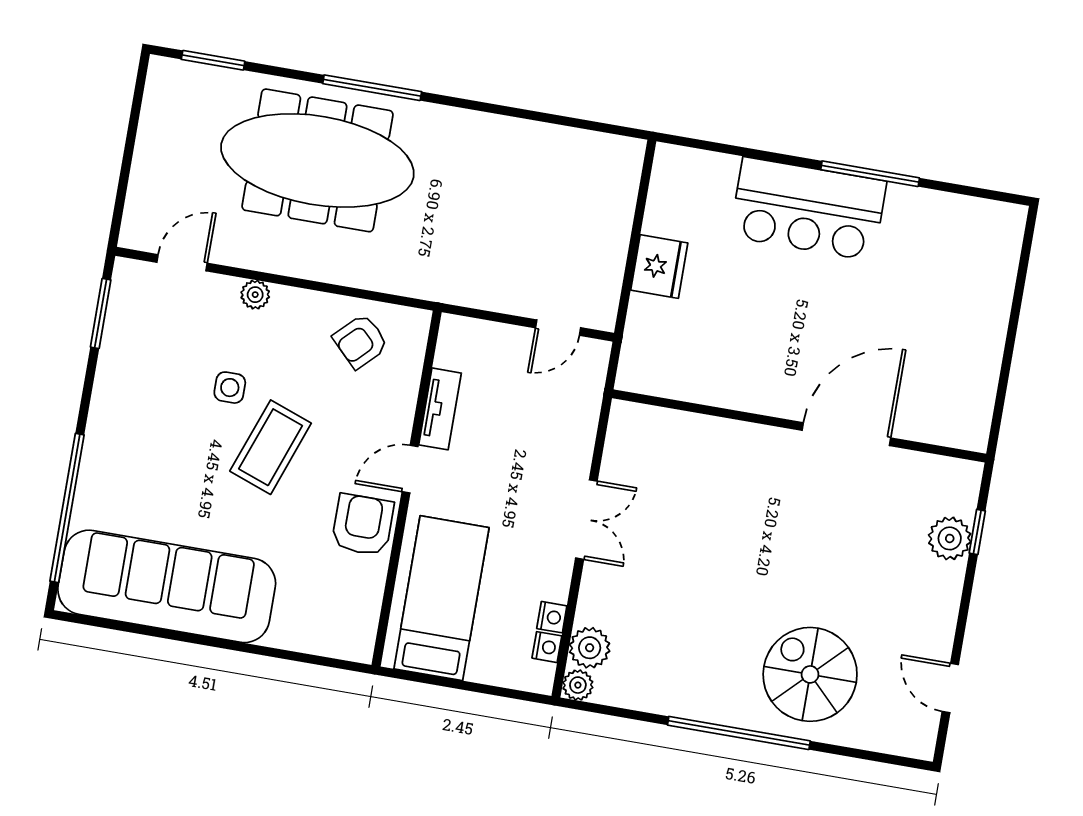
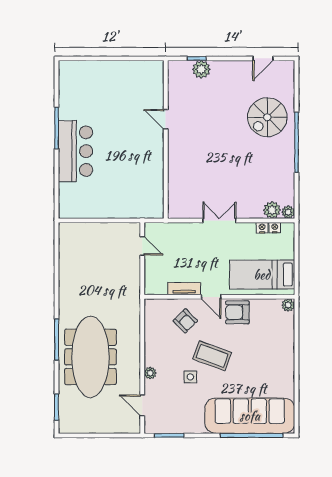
fridge: (659, 267) -> (110, 208), removed
armchair: (361, 341) -> (185, 321), moved
door: (846, 434) -> (166, 119), width x0.53
sofa: (167, 586) -> (250, 416), moved, turned 90
plant: (359, 647) -> (288, 305), added

